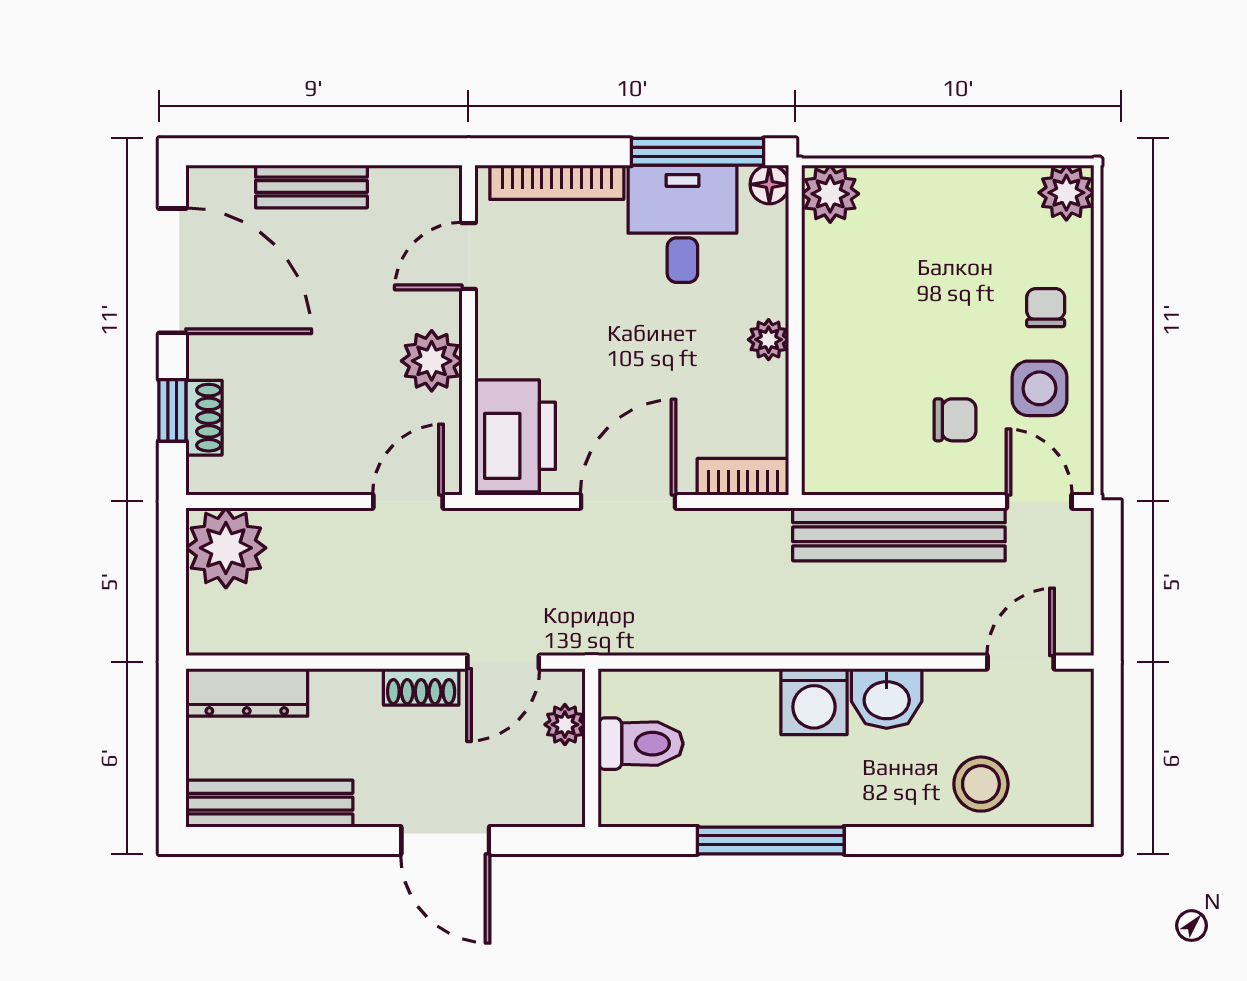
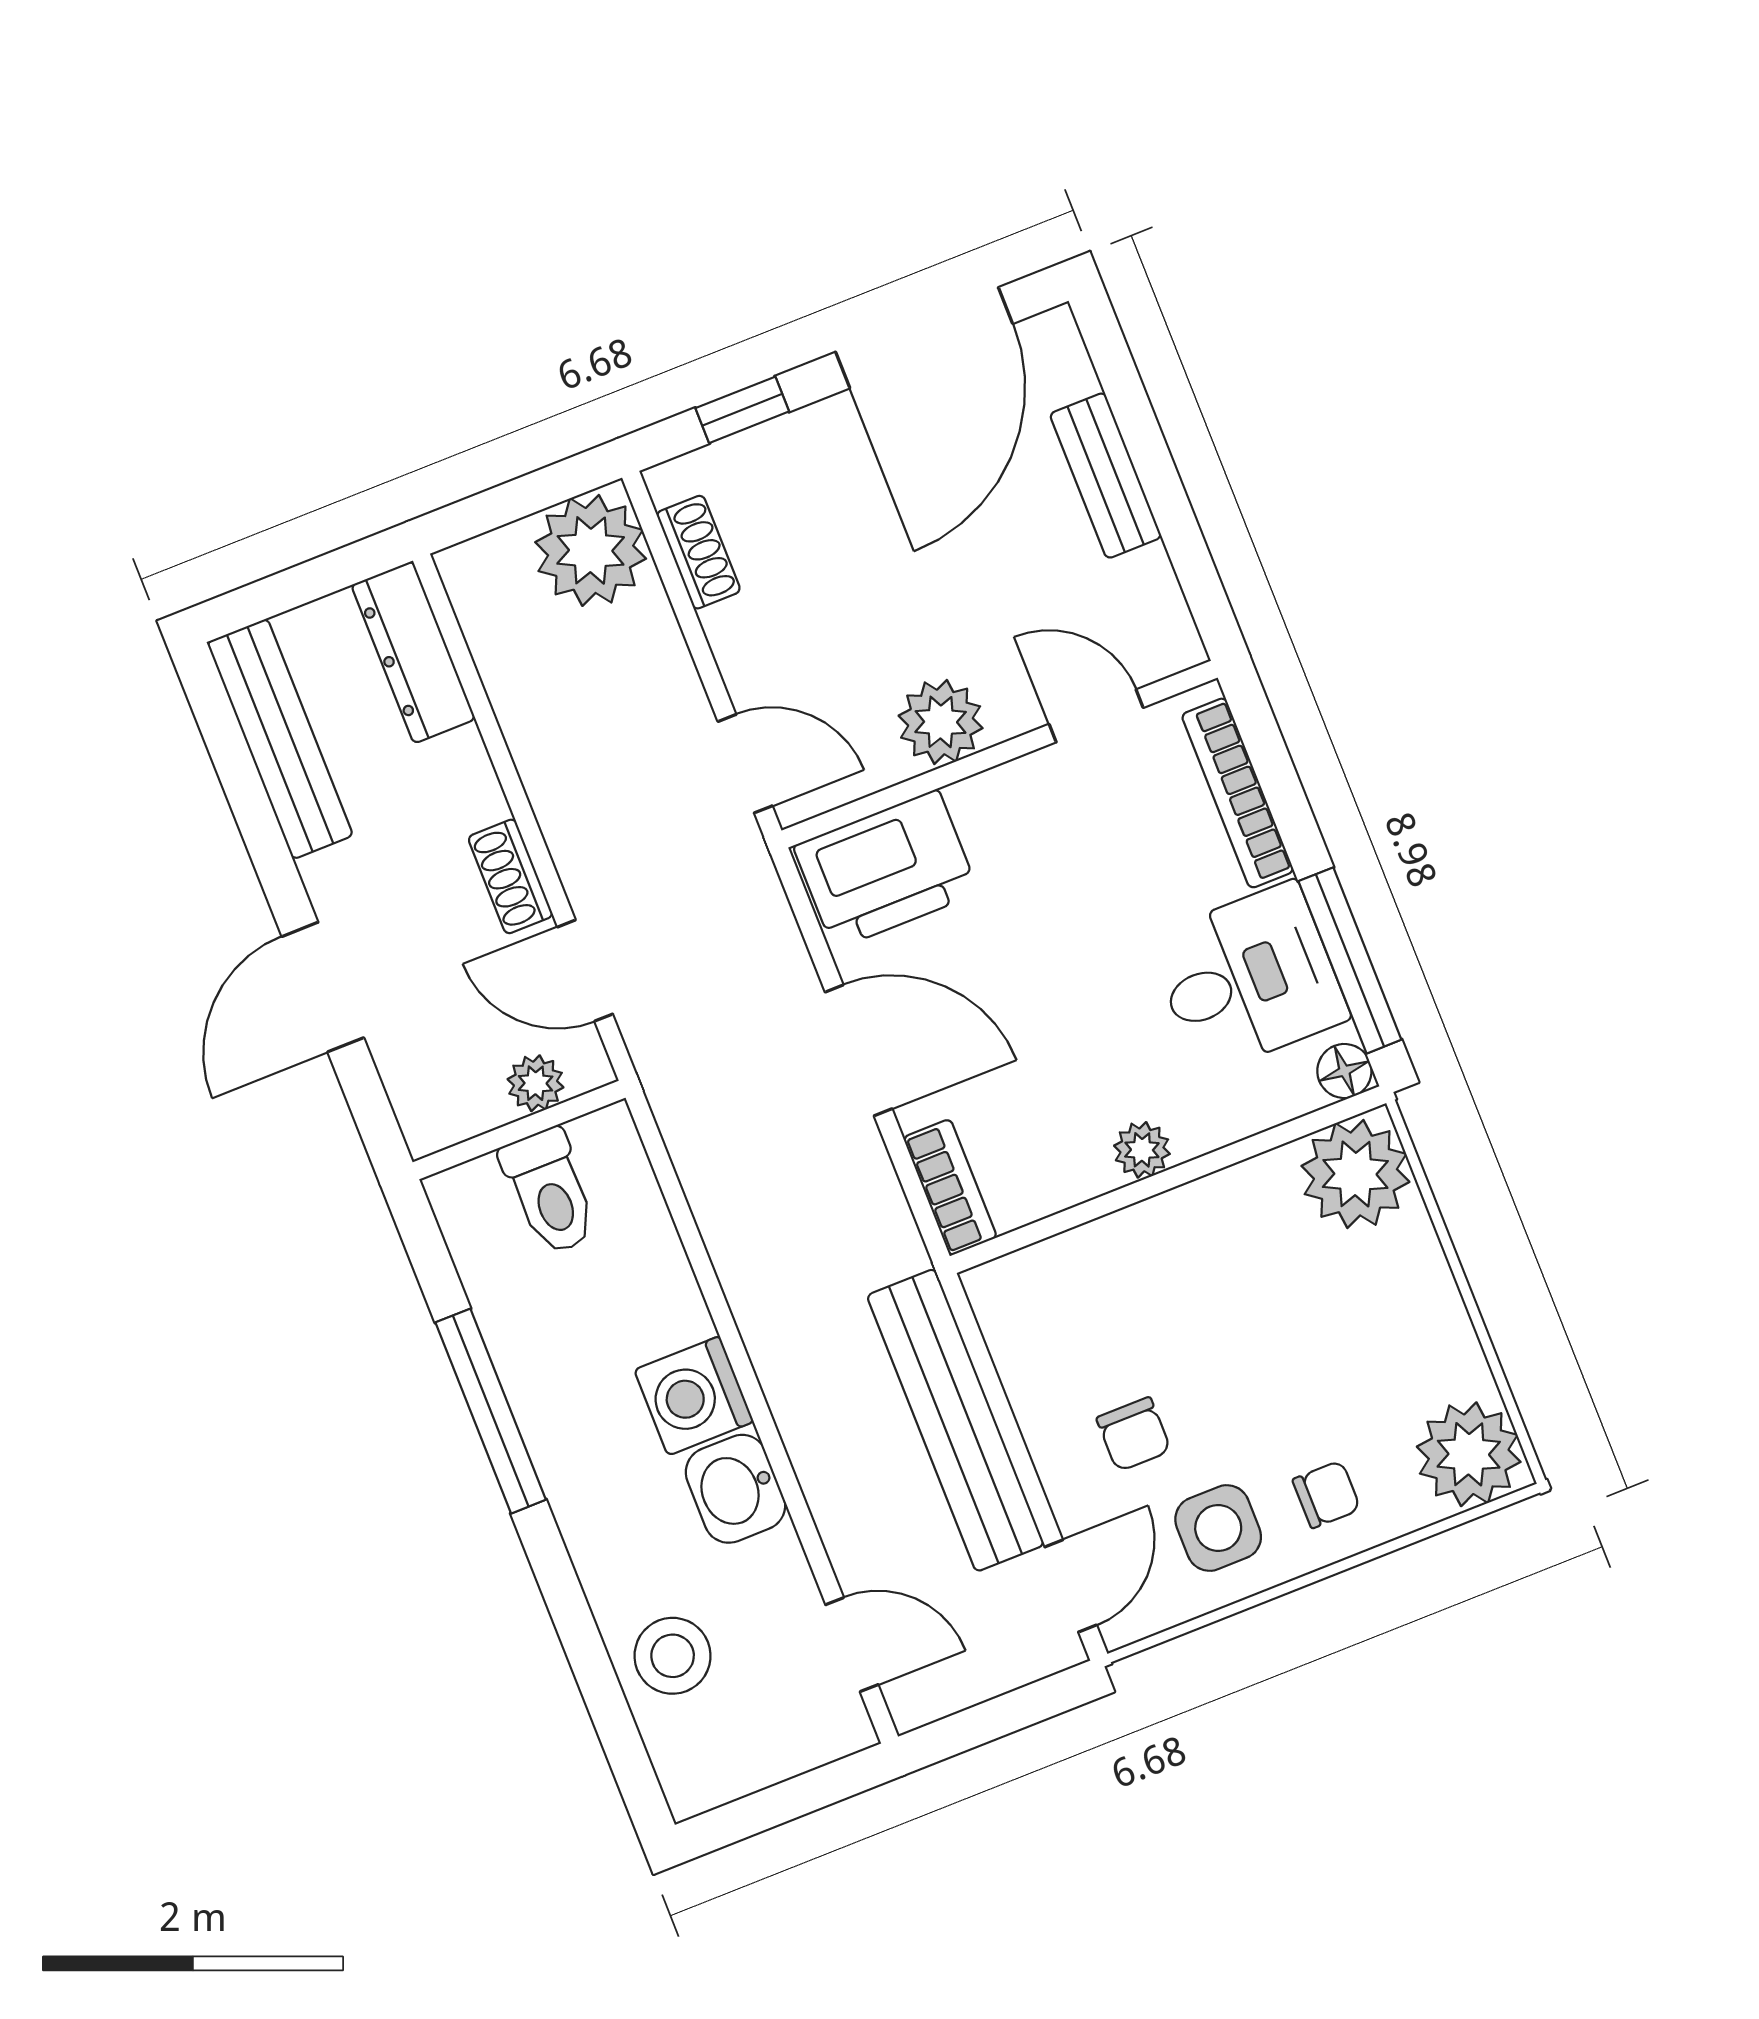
plant: (1066, 193) -> (1469, 1454), width x1.36, depth x1.36
plant: (830, 194) -> (1355, 1174), width x1.36, depth x1.36
shoe rack: (204, 418) -> (698, 552), moved, turned -90

